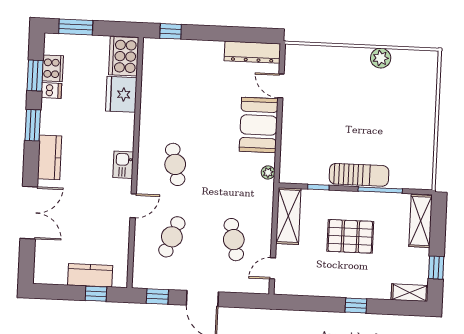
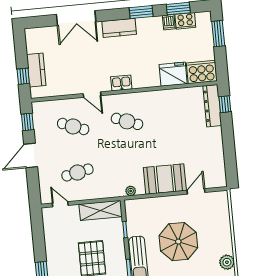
dresser: (252, 52) -> (212, 106), moved
parasol: (344, 119) -> (178, 242), added
cafe table: (175, 164) -> (127, 121), turned 33

